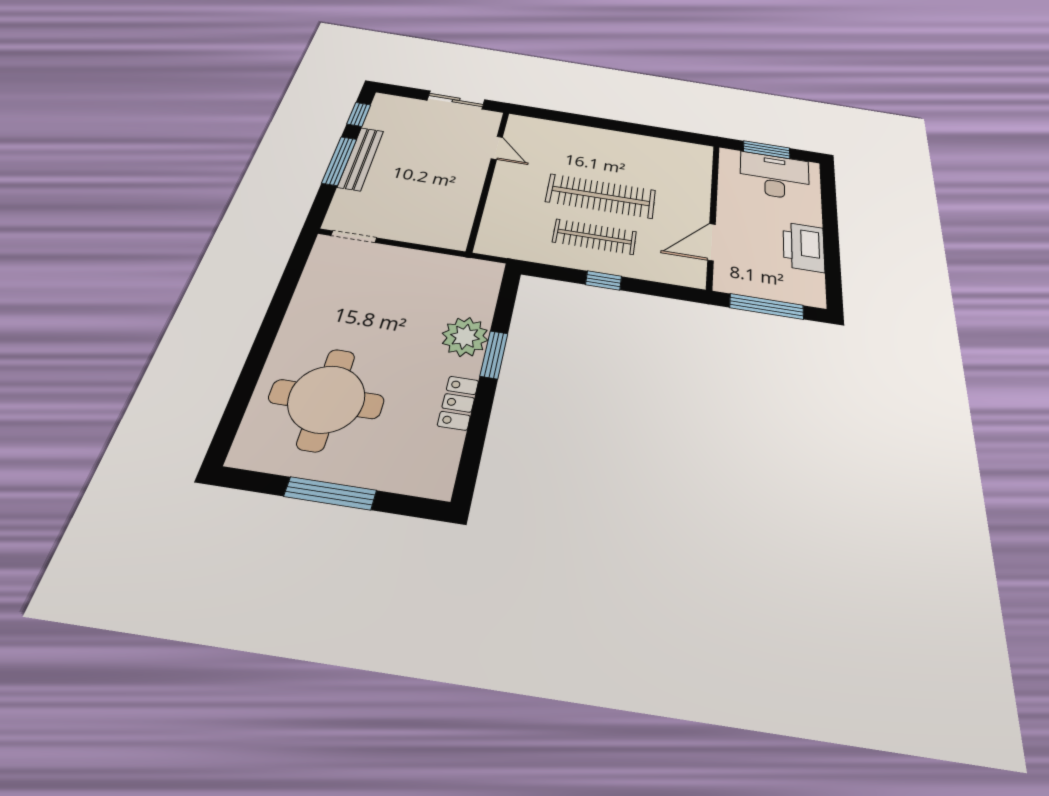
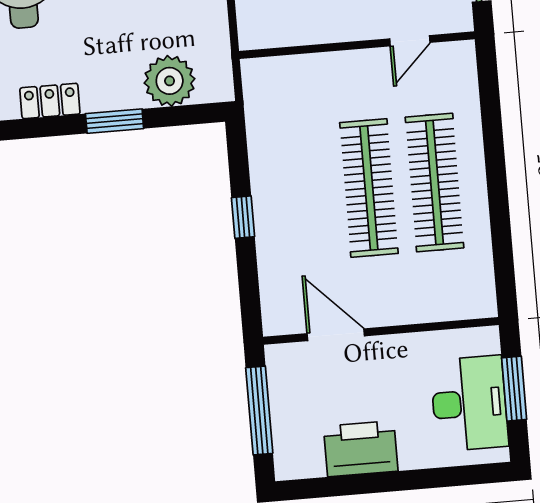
clothes rail: (595, 237) -> (435, 183), moved, width x1.37, depth x1.31
plant: (465, 337) -> (170, 81), moved

